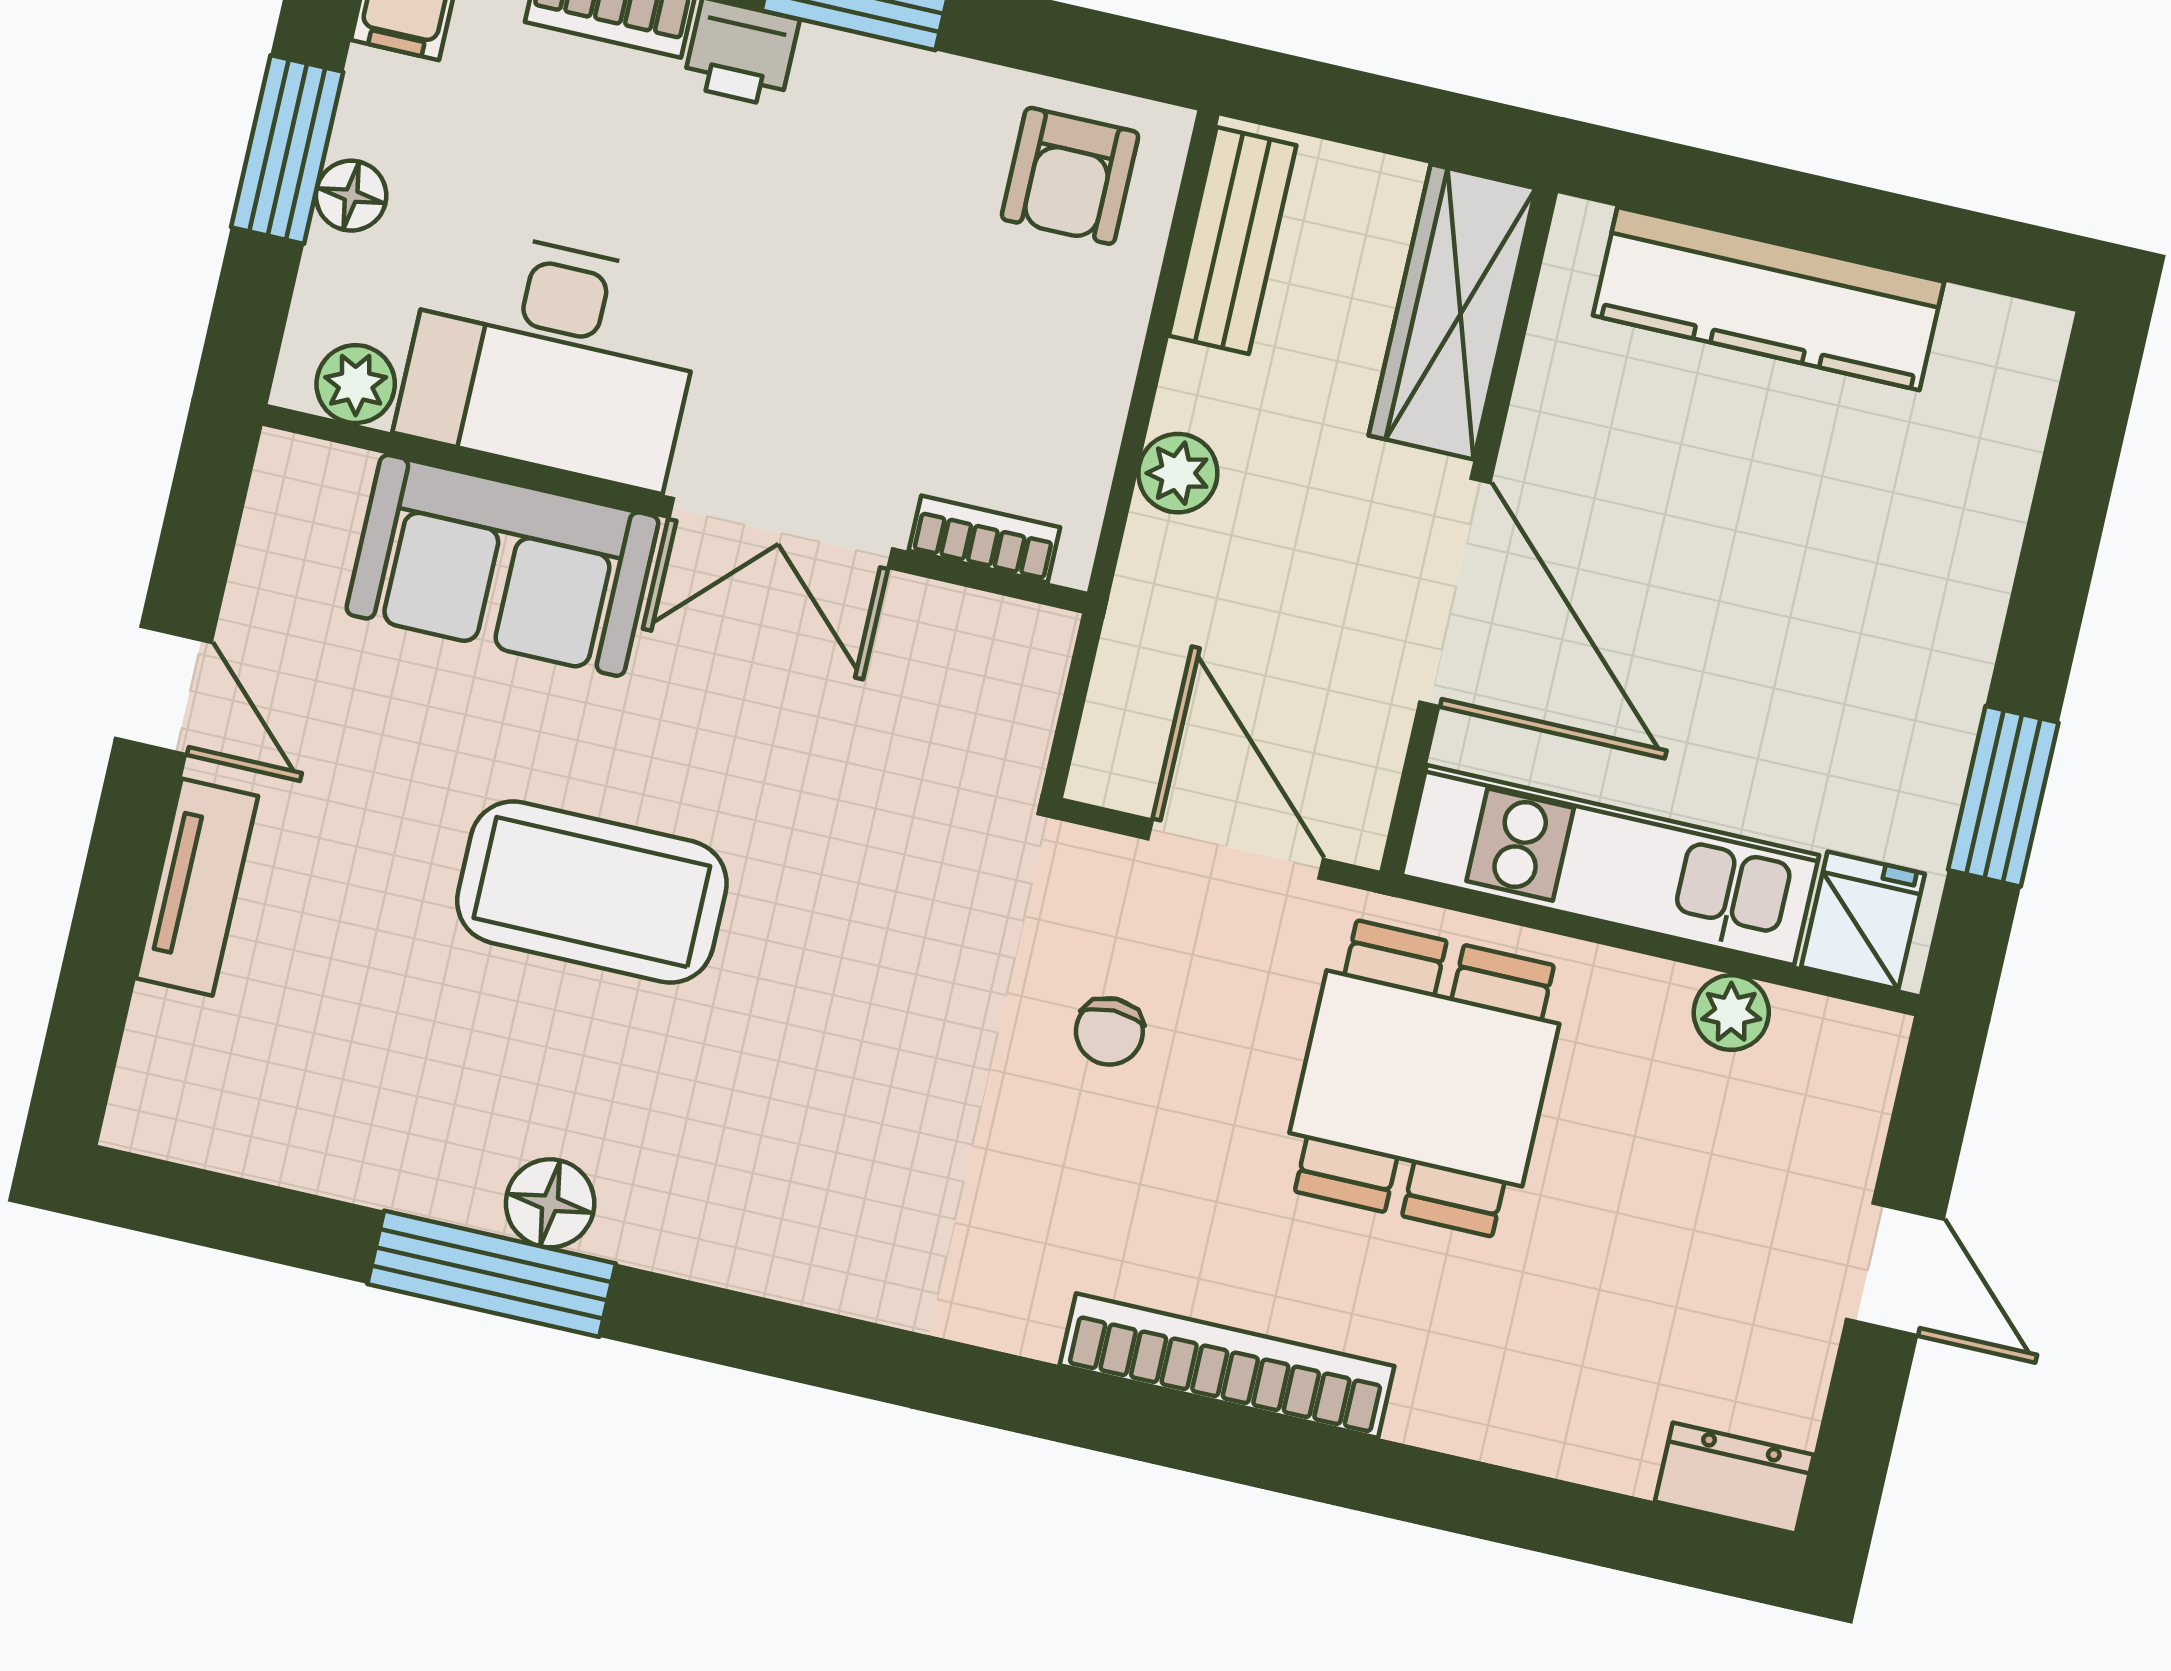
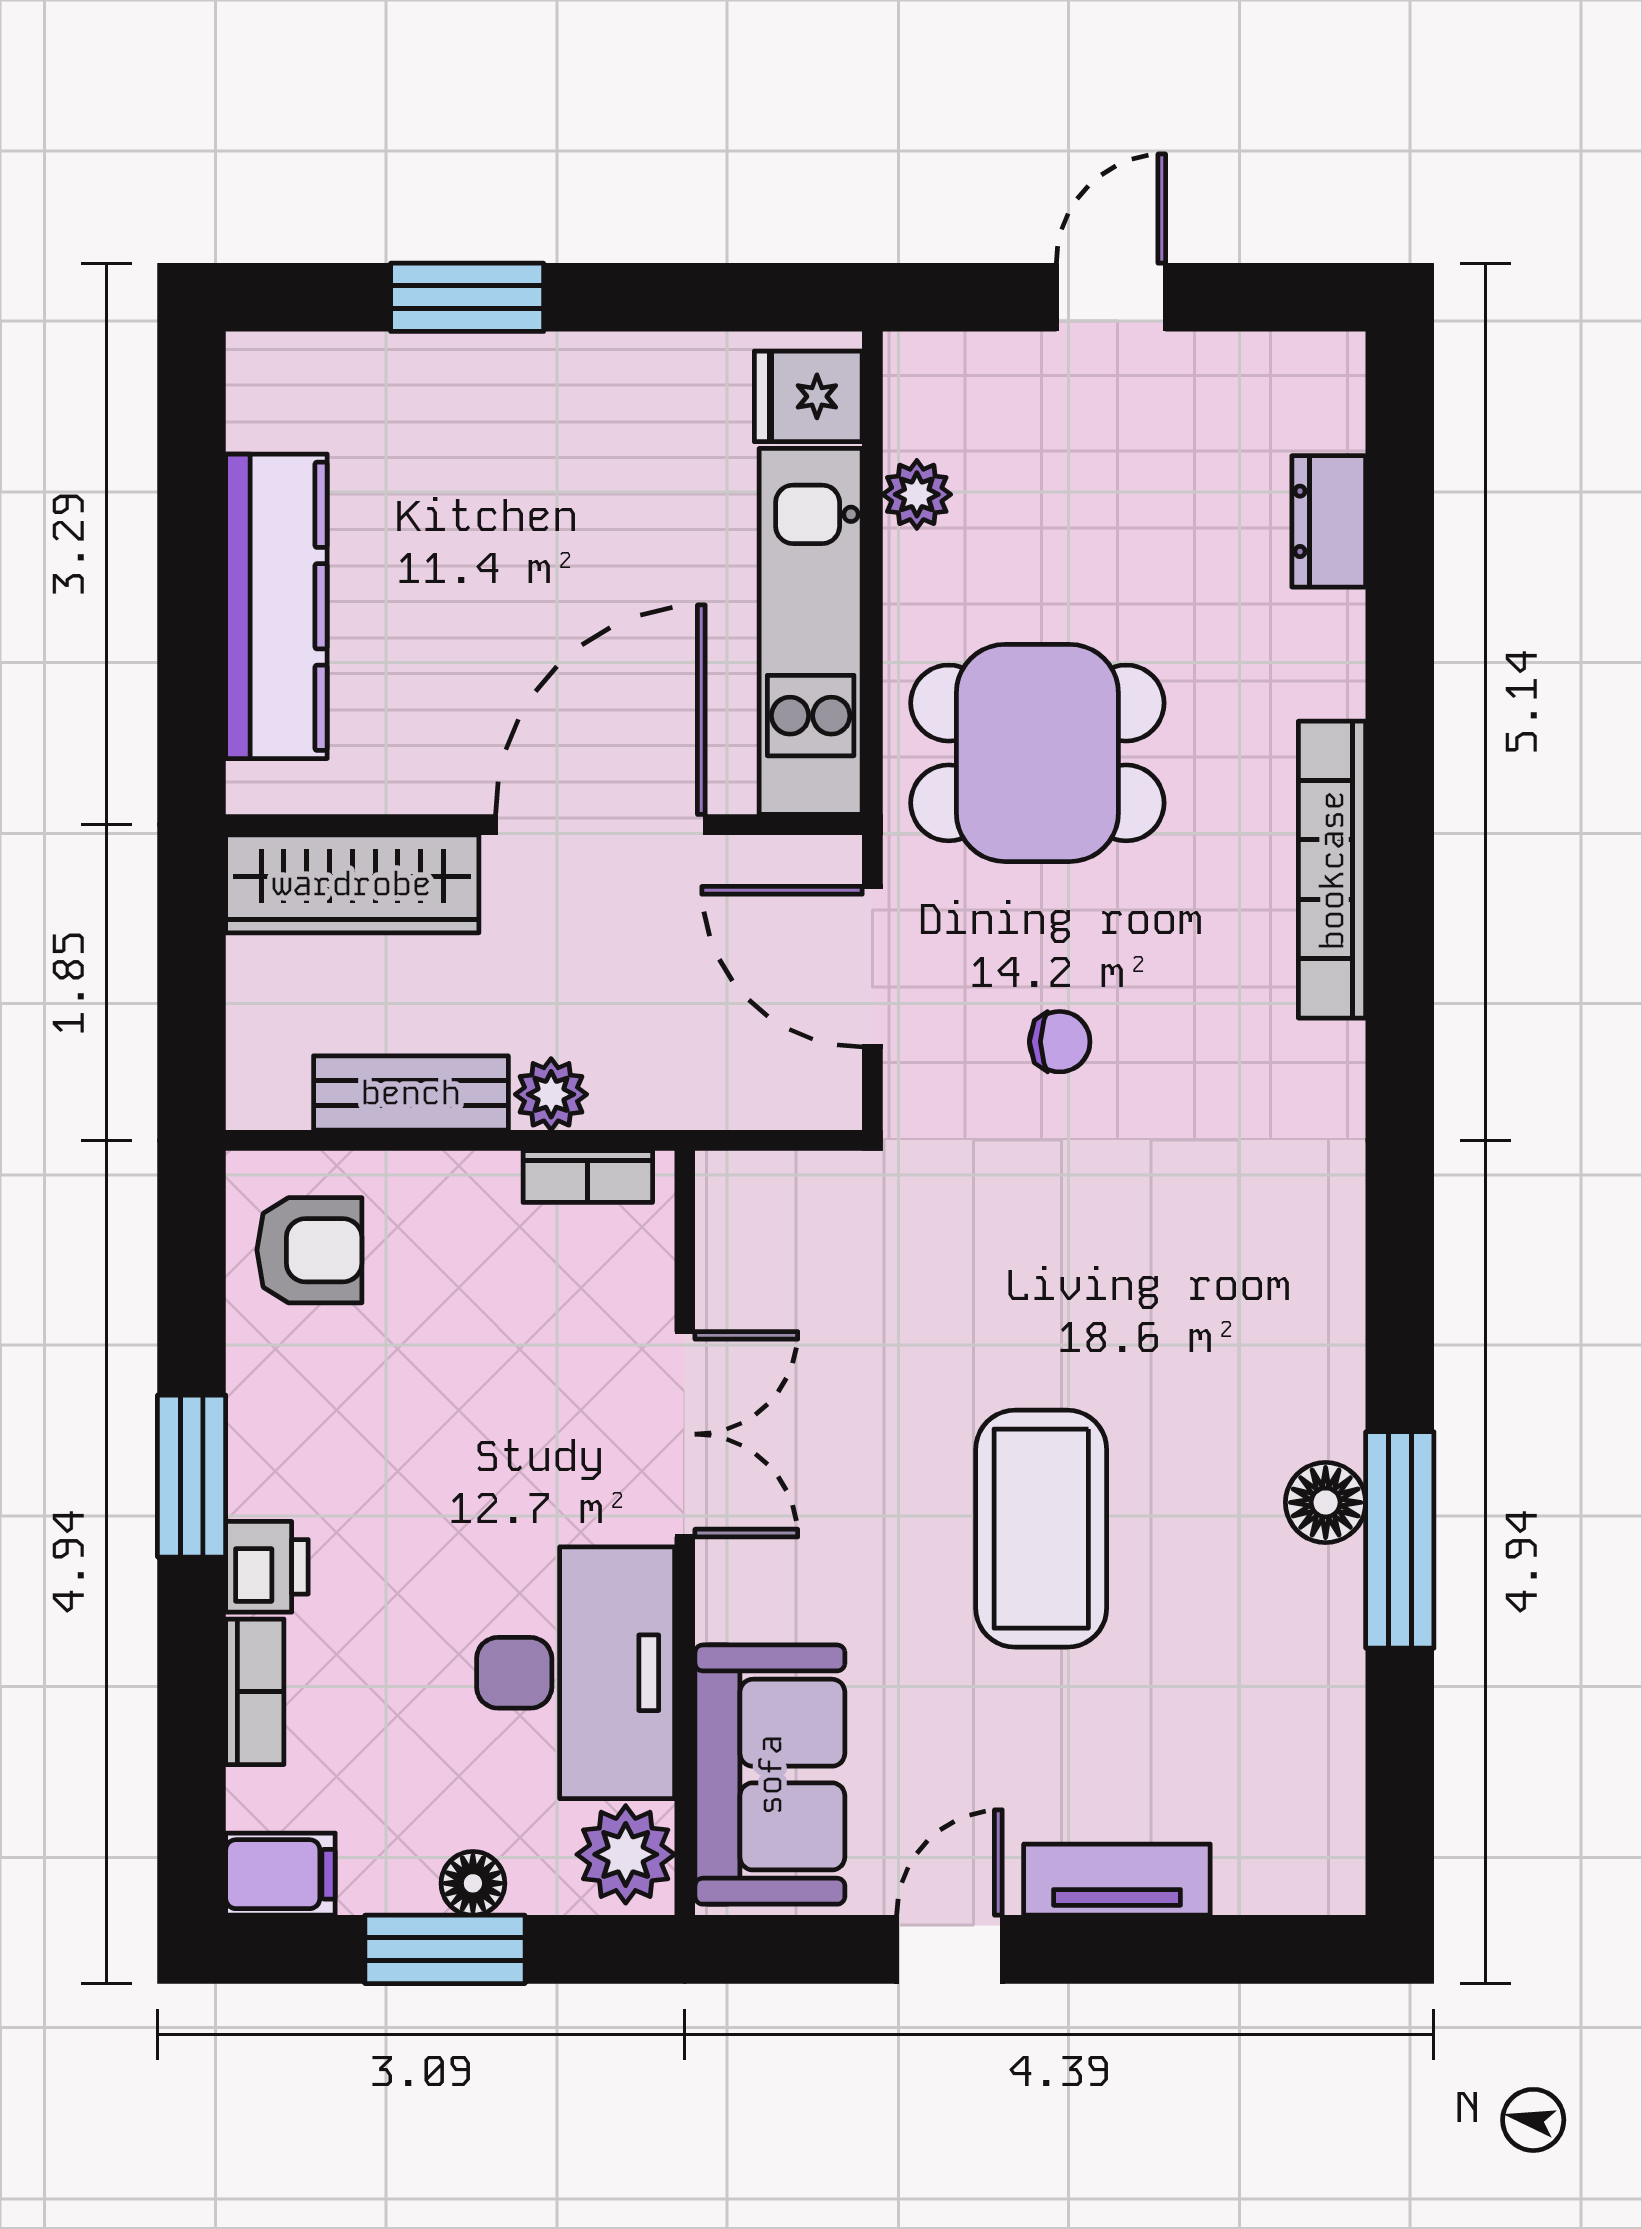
bench: (1233, 241) -> (411, 1093), moved
plant: (356, 384) -> (626, 1854), width x1.38, depth x1.38
bookcase: (984, 539) -> (588, 1177), moved, turned -90
sofa: (502, 565) -> (770, 1775), moved
window: (2003, 796) -> (467, 297), moved
door: (1236, 849) -> (872, 967), hinge flipped
dresser: (1734, 1478) -> (1329, 521), moved

